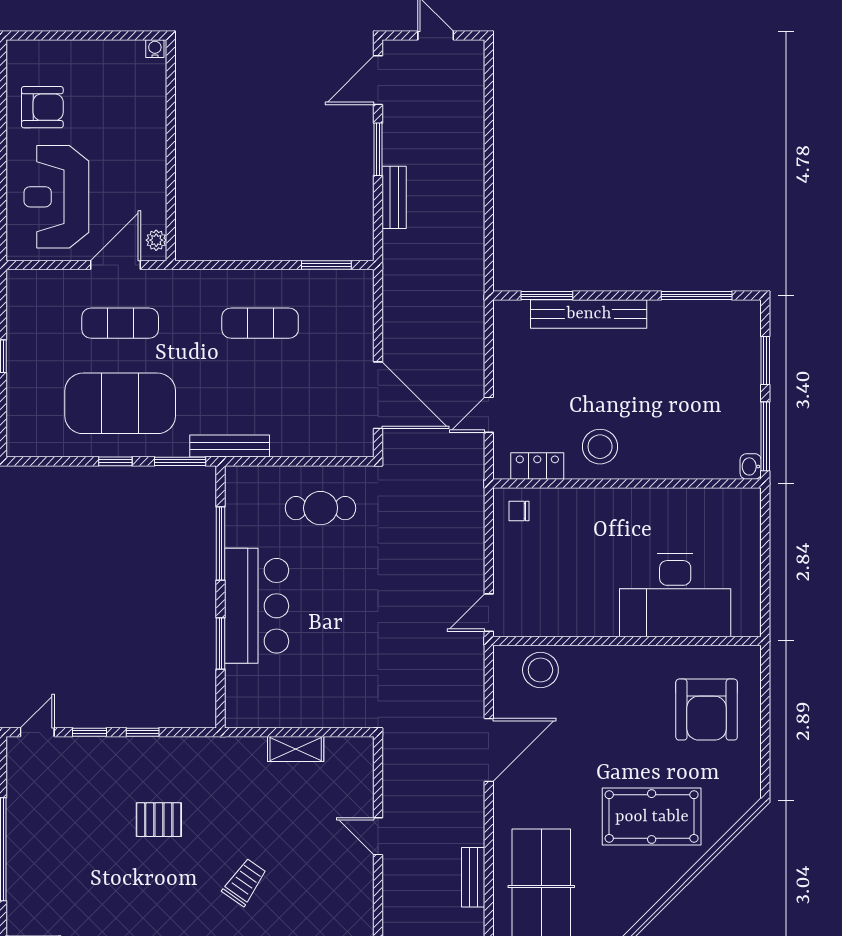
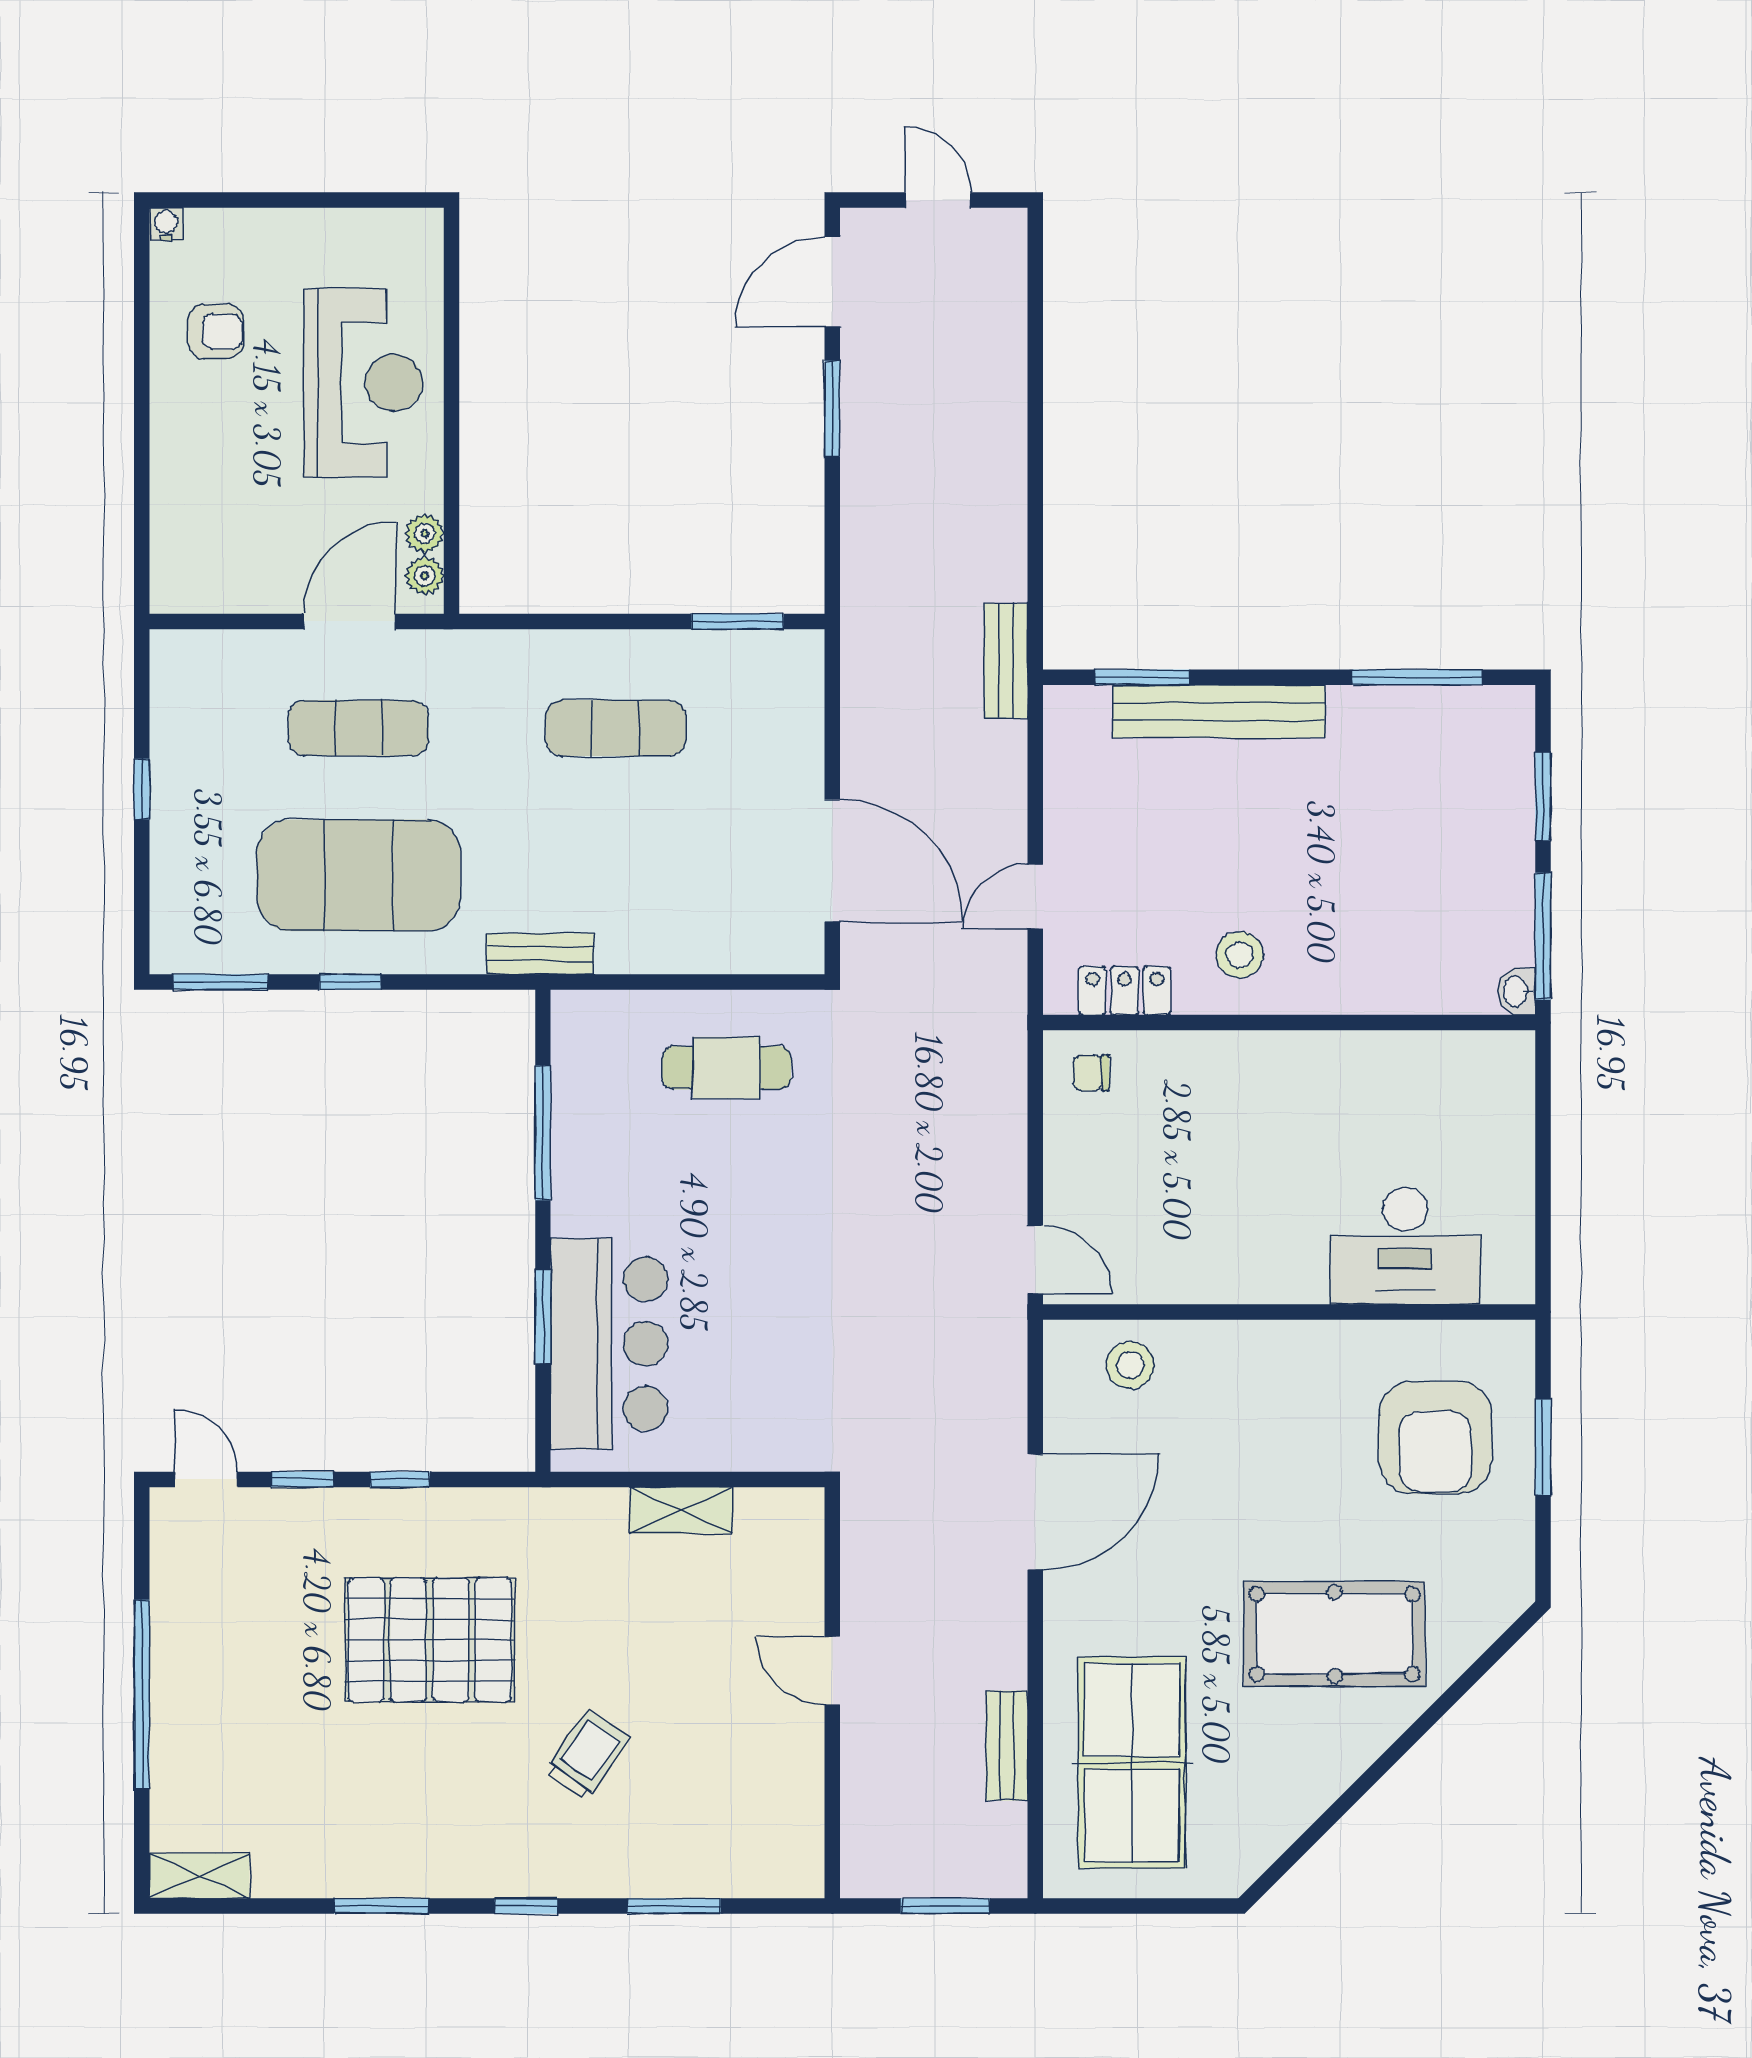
water cooler: (155, 49) -> (166, 224), moved
armchair: (42, 107) -> (216, 332), width x0.72, depth x0.72
reception desk: (56, 197) -> (363, 383), moved, turned 180
bench: (394, 197) -> (1006, 661), moved
plant: (156, 217) -> (425, 533), added
bench: (230, 446) -> (540, 954), width x0.73
stool: (600, 447) -> (1240, 955), width x0.73, depth x0.73
window: (180, 461) -> (221, 982), moved
desk: (675, 595) -> (1405, 1246), width x0.73, depth x0.77
bar counter: (257, 606) -> (609, 1344), moved
door: (489, 613) -> (1035, 1260), swing flipped
stool: (540, 670) -> (1130, 1365), width x0.73, depth x0.73
window: (765, 715) -> (1543, 1447), added
door: (37, 732) -> (206, 1479), hinge flipped
pallet: (159, 820) -> (430, 1640), width x2.05, depth x2.00

